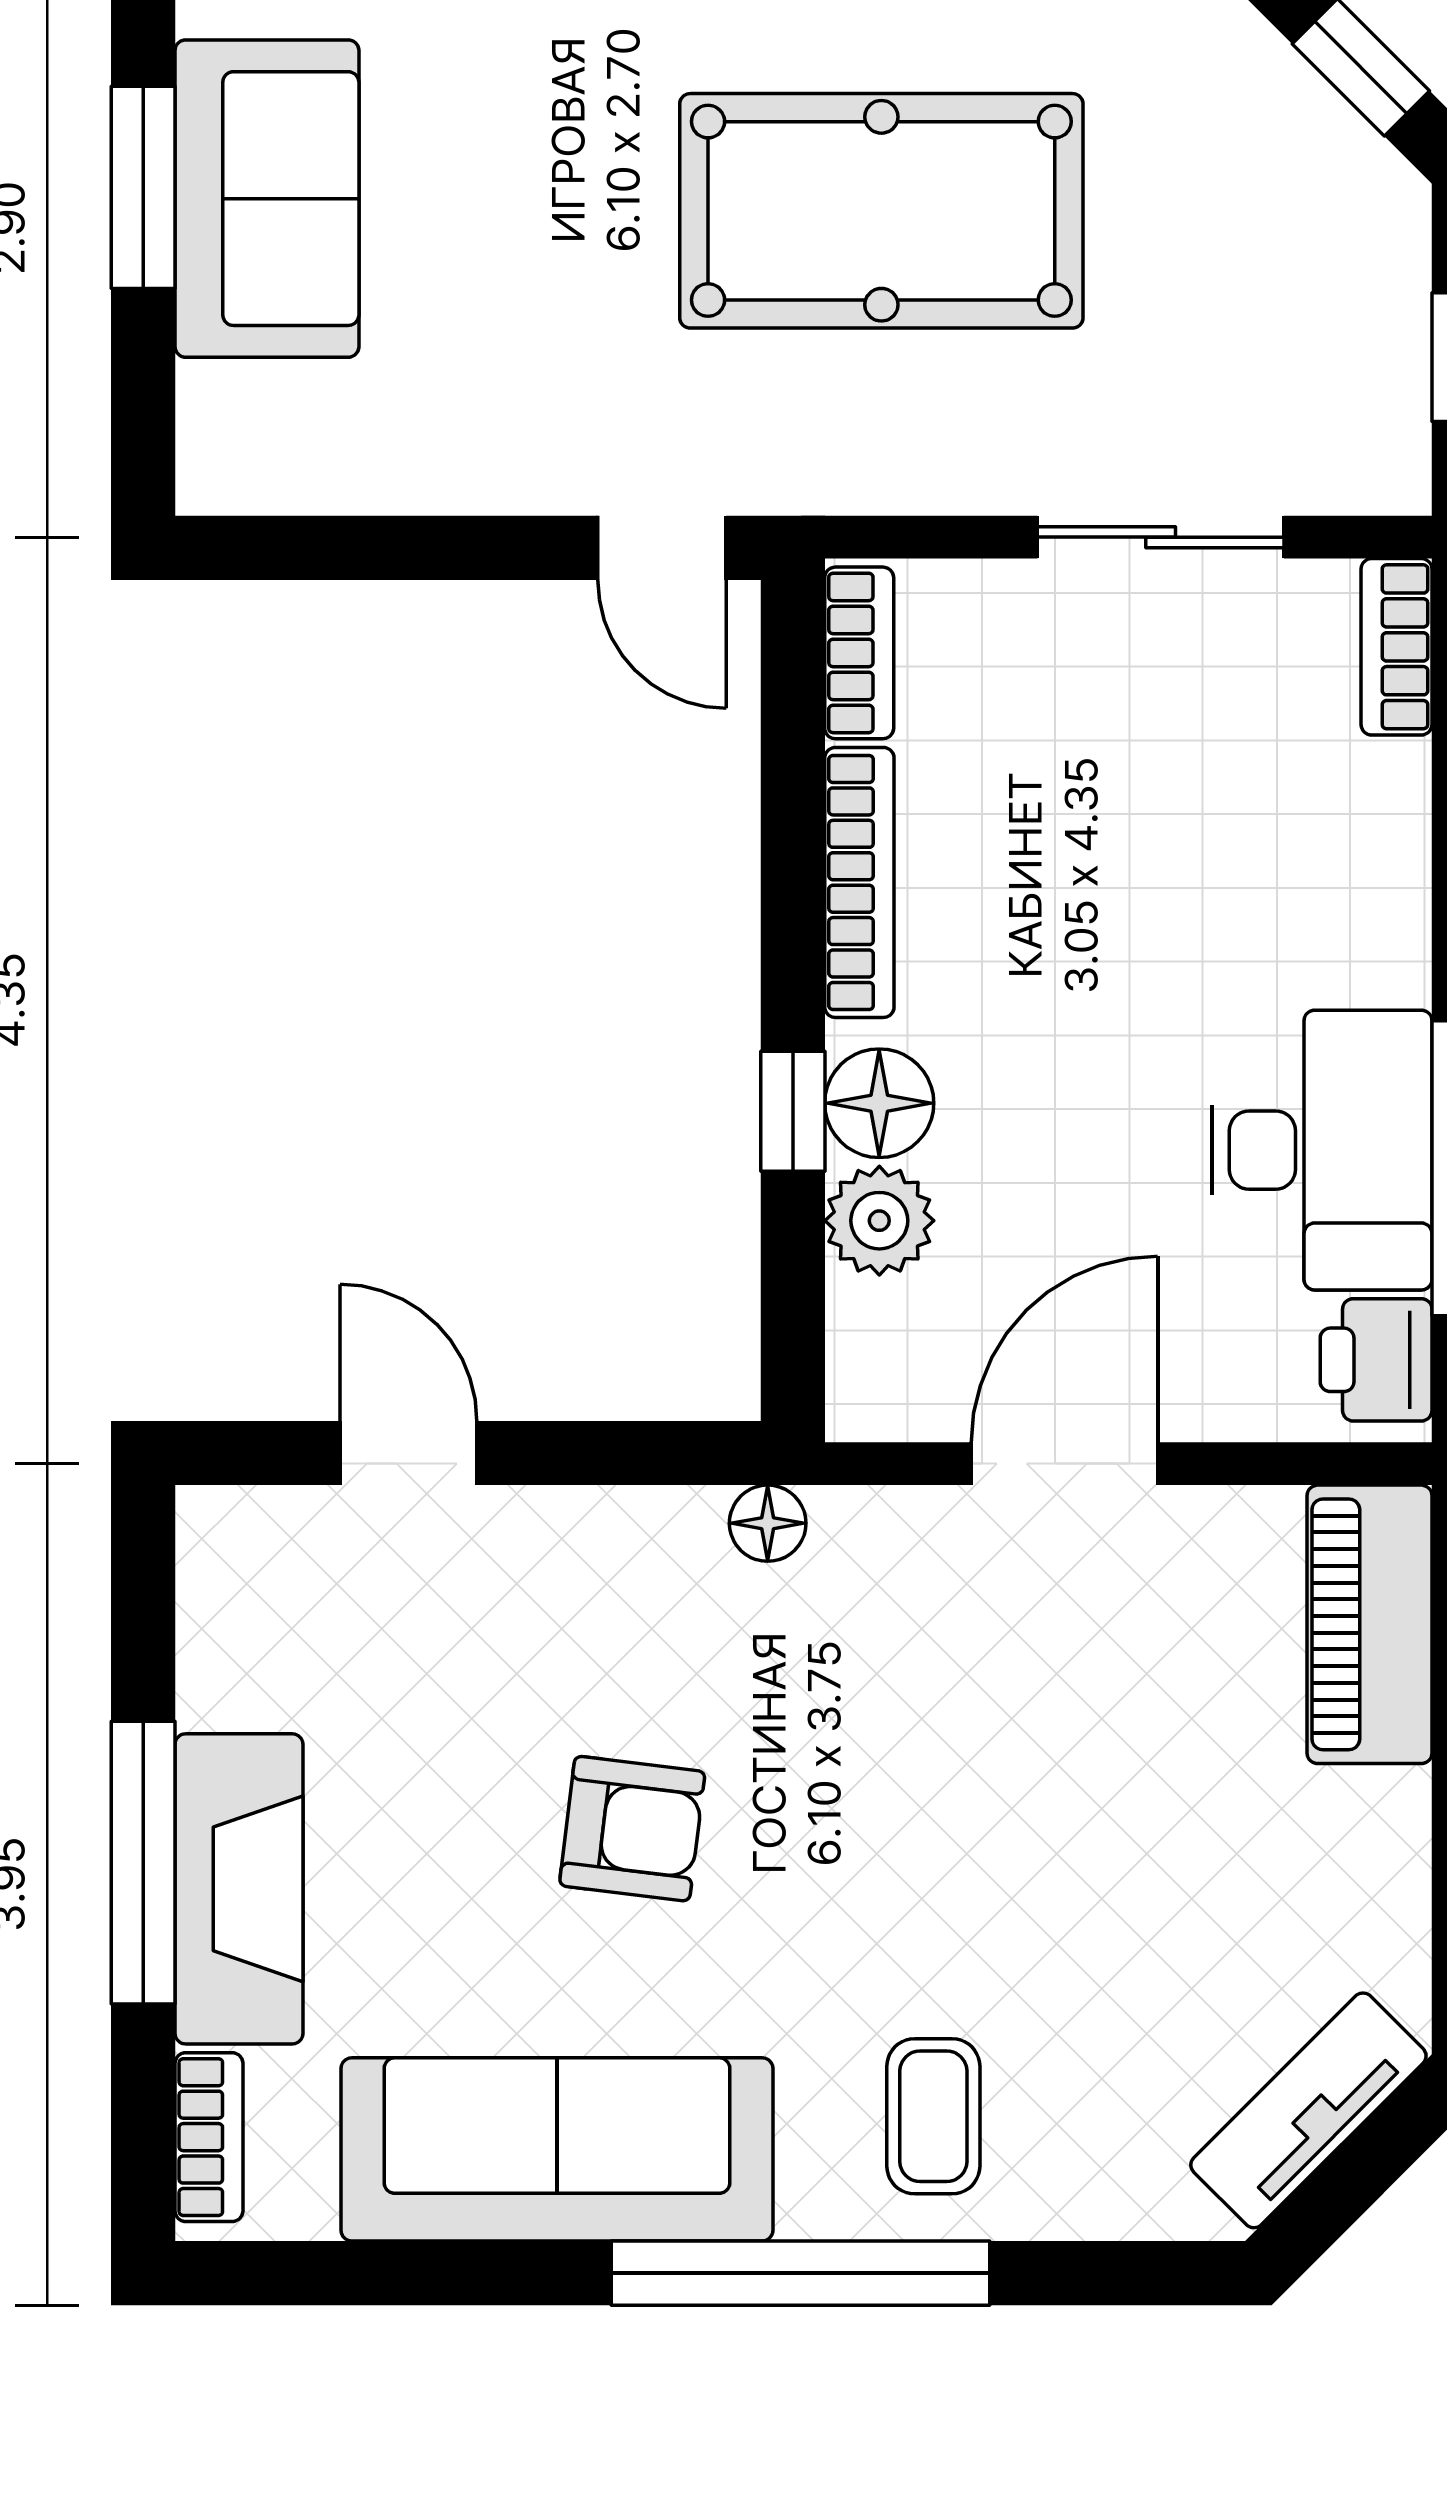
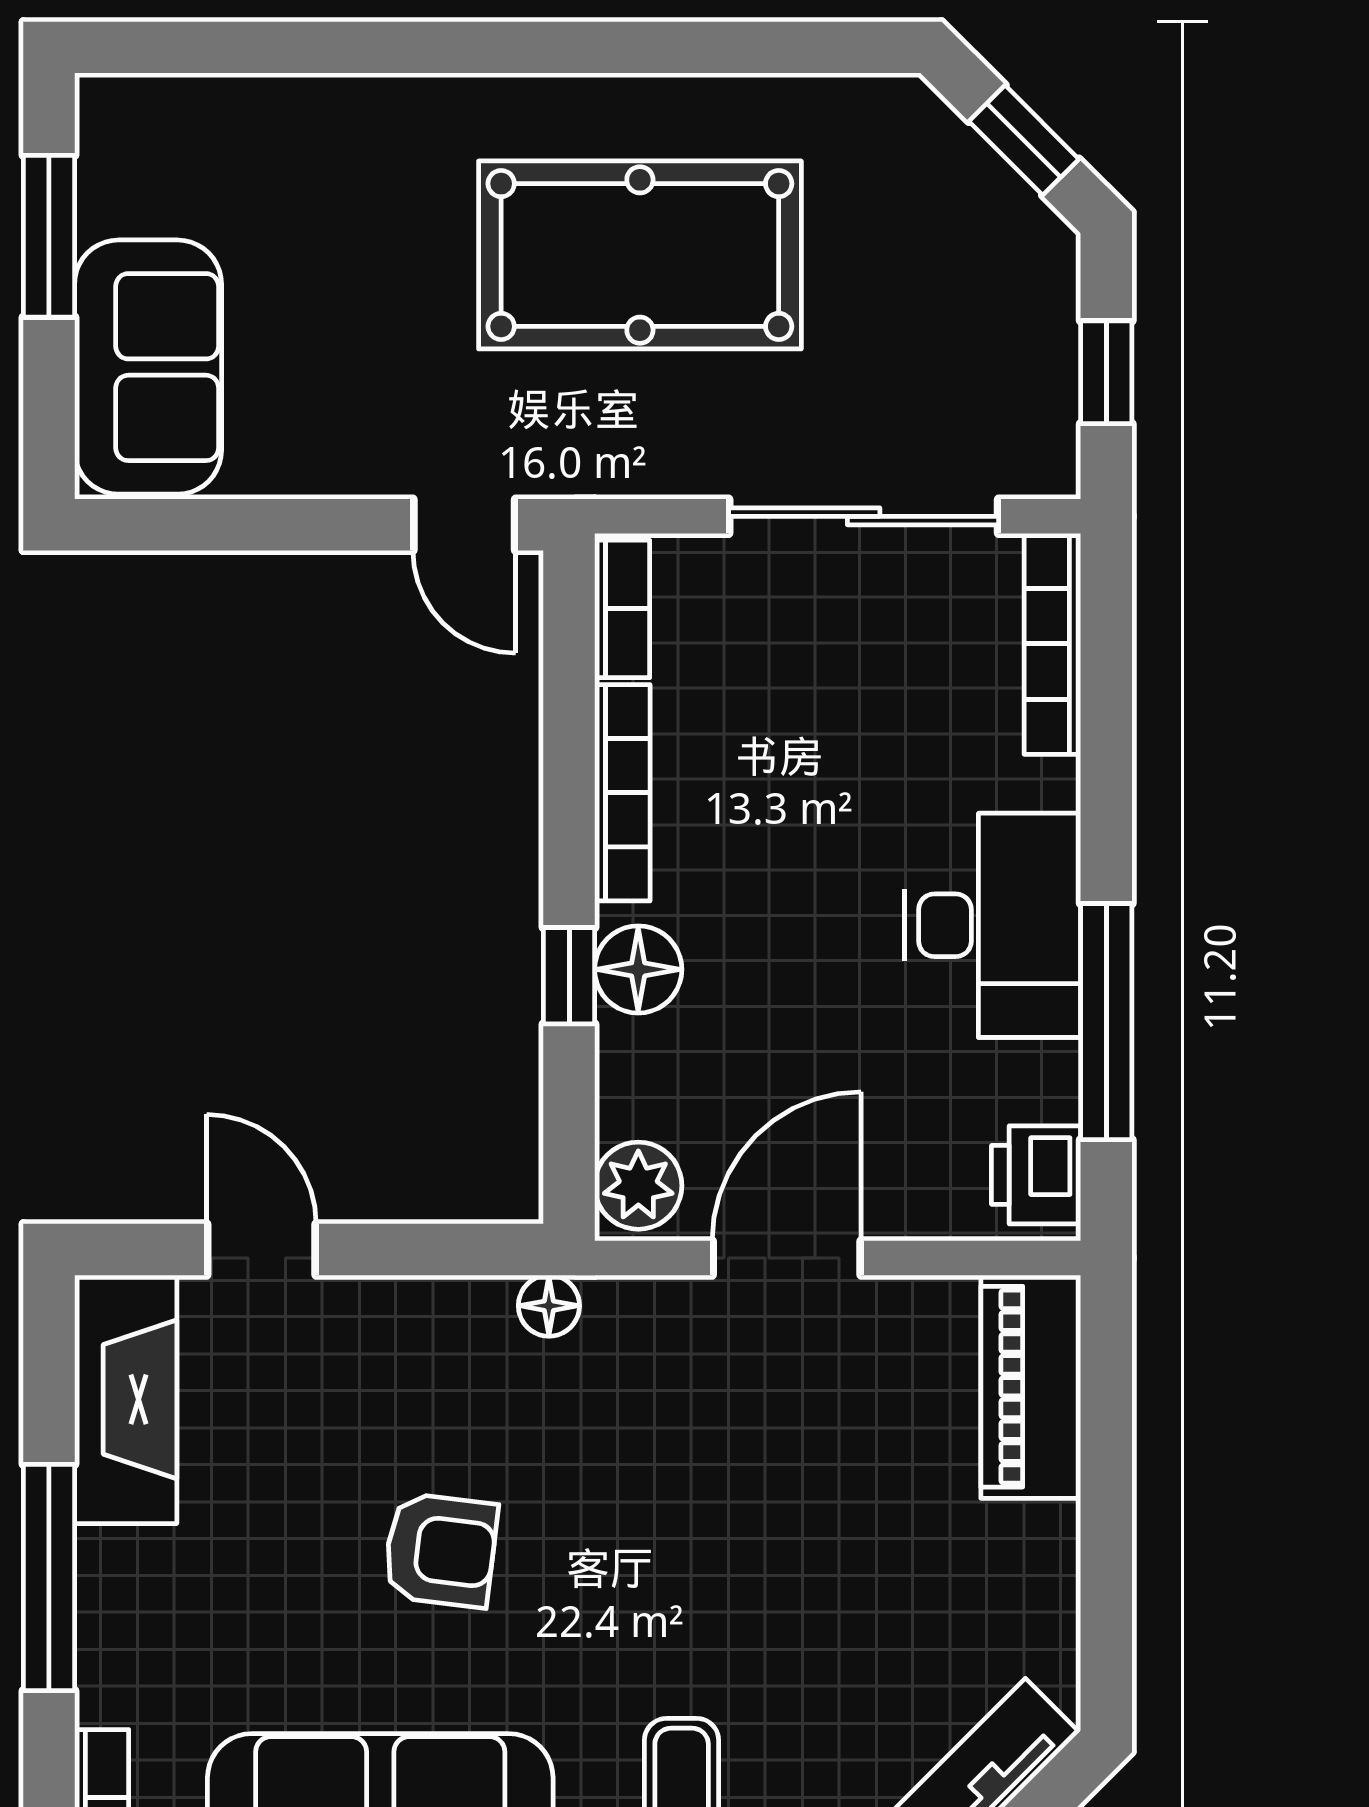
sofa: (267, 199) -> (148, 367), moved
sliding door: (1161, 537) -> (864, 516), width x1.37
bookcase: (1396, 647) -> (1052, 644), width x1.56
desk: (1322, 1150) -> (993, 925), moved
plant: (879, 1221) -> (638, 1186), moved
fireplace: (239, 1889) -> (126, 1399), moved

